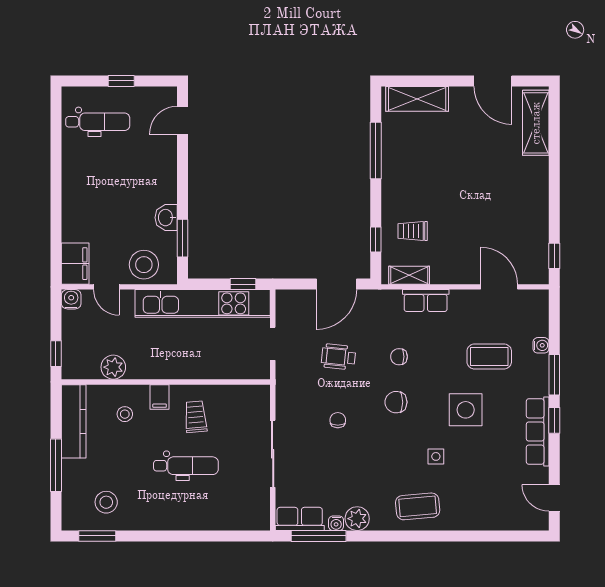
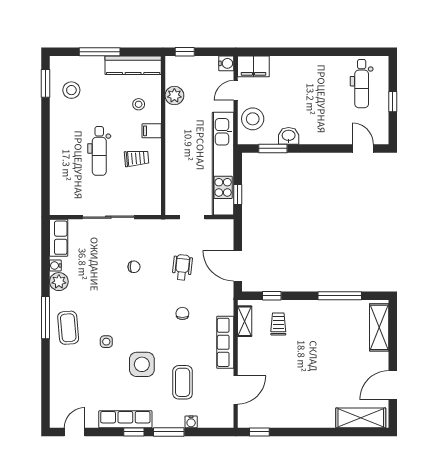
row of seats: (426, 301) -> (225, 342), width x1.48
chair: (396, 402) -> (148, 311), removed
window: (319, 536) -> (46, 318), moved

